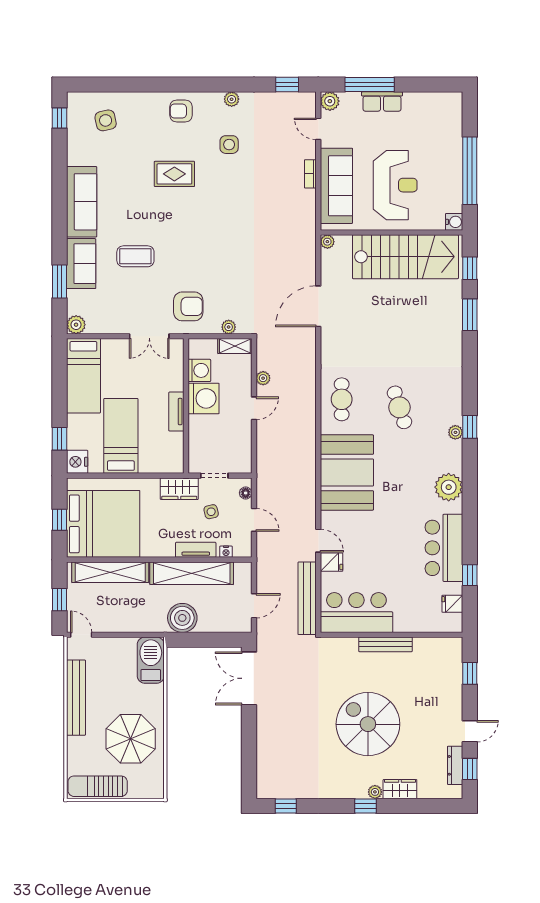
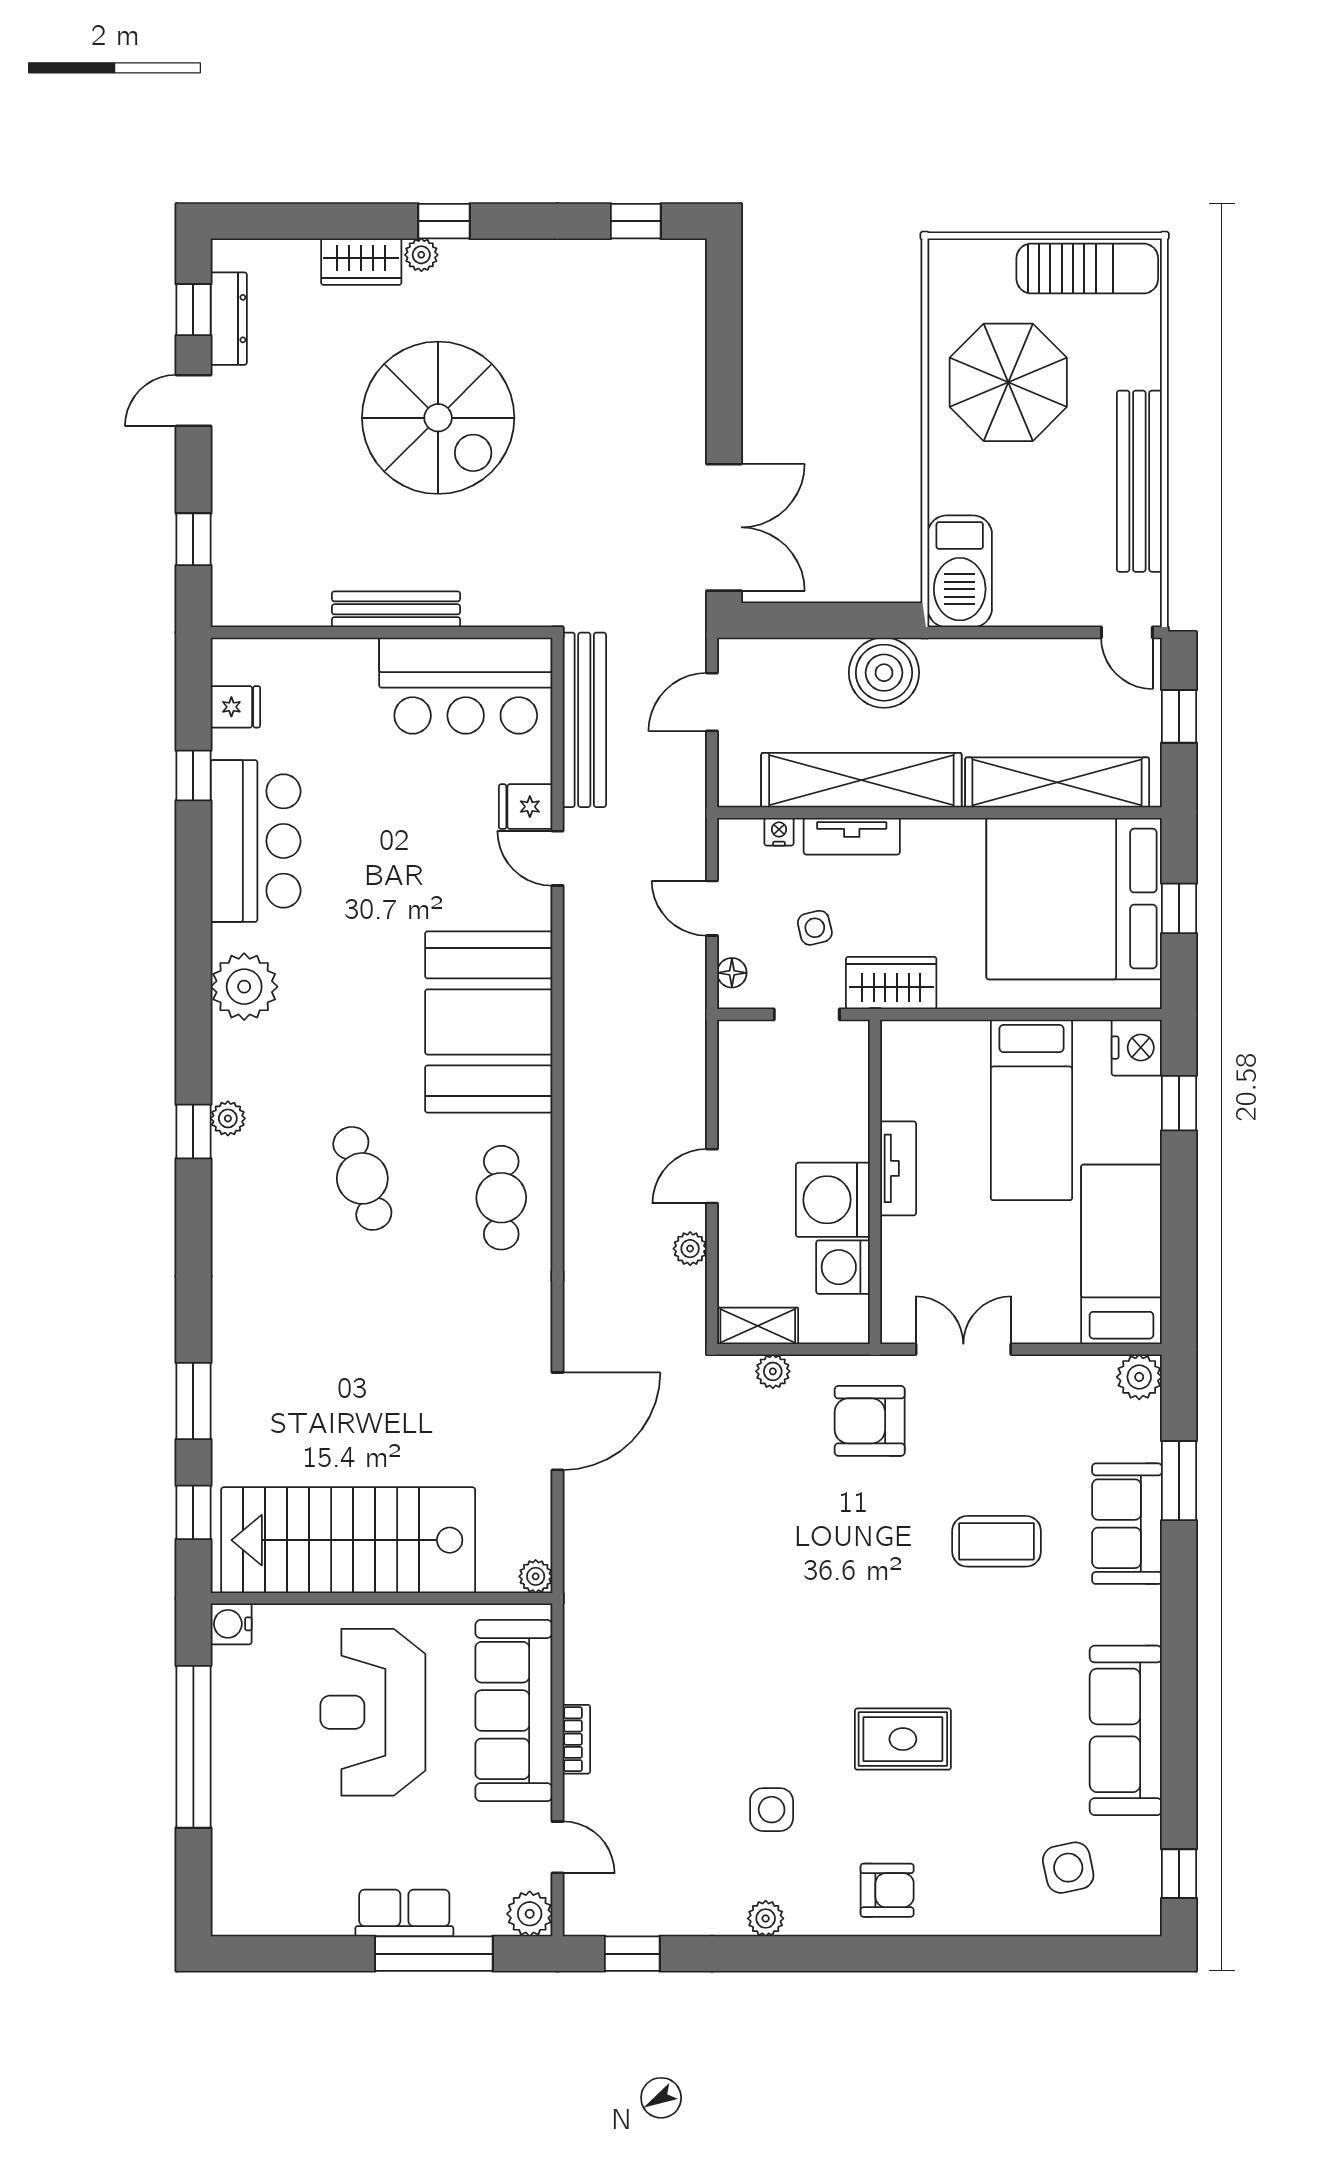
sofa: (82, 202) -> (1126, 1730), moved

